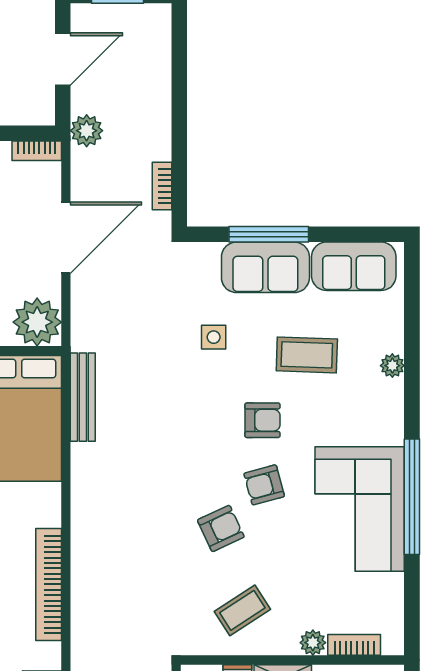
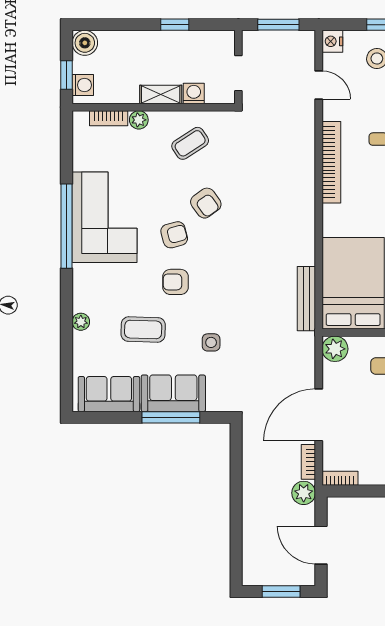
door: (63, 59) -> (321, 545), hinge flipped
bookcase: (162, 186) -> (308, 462), moved, turned 180
plant: (37, 322) -> (335, 349), width x0.73, depth x0.73
armchair: (221, 528) -> (206, 203), turned -101

